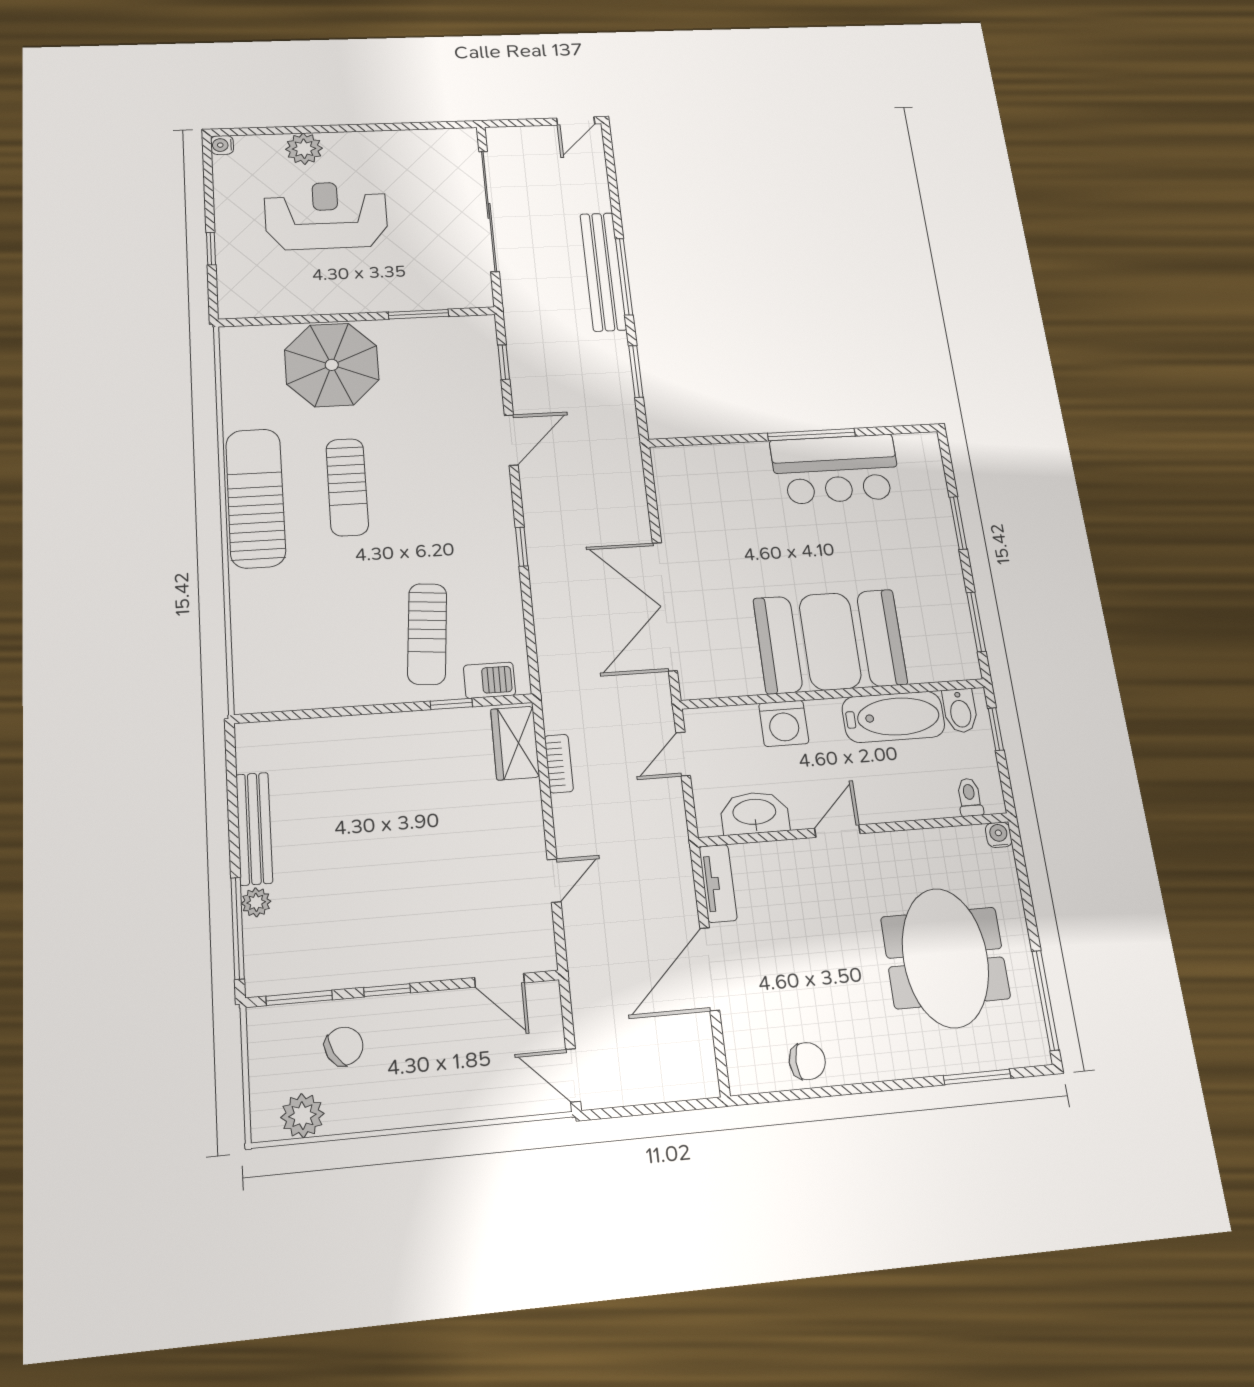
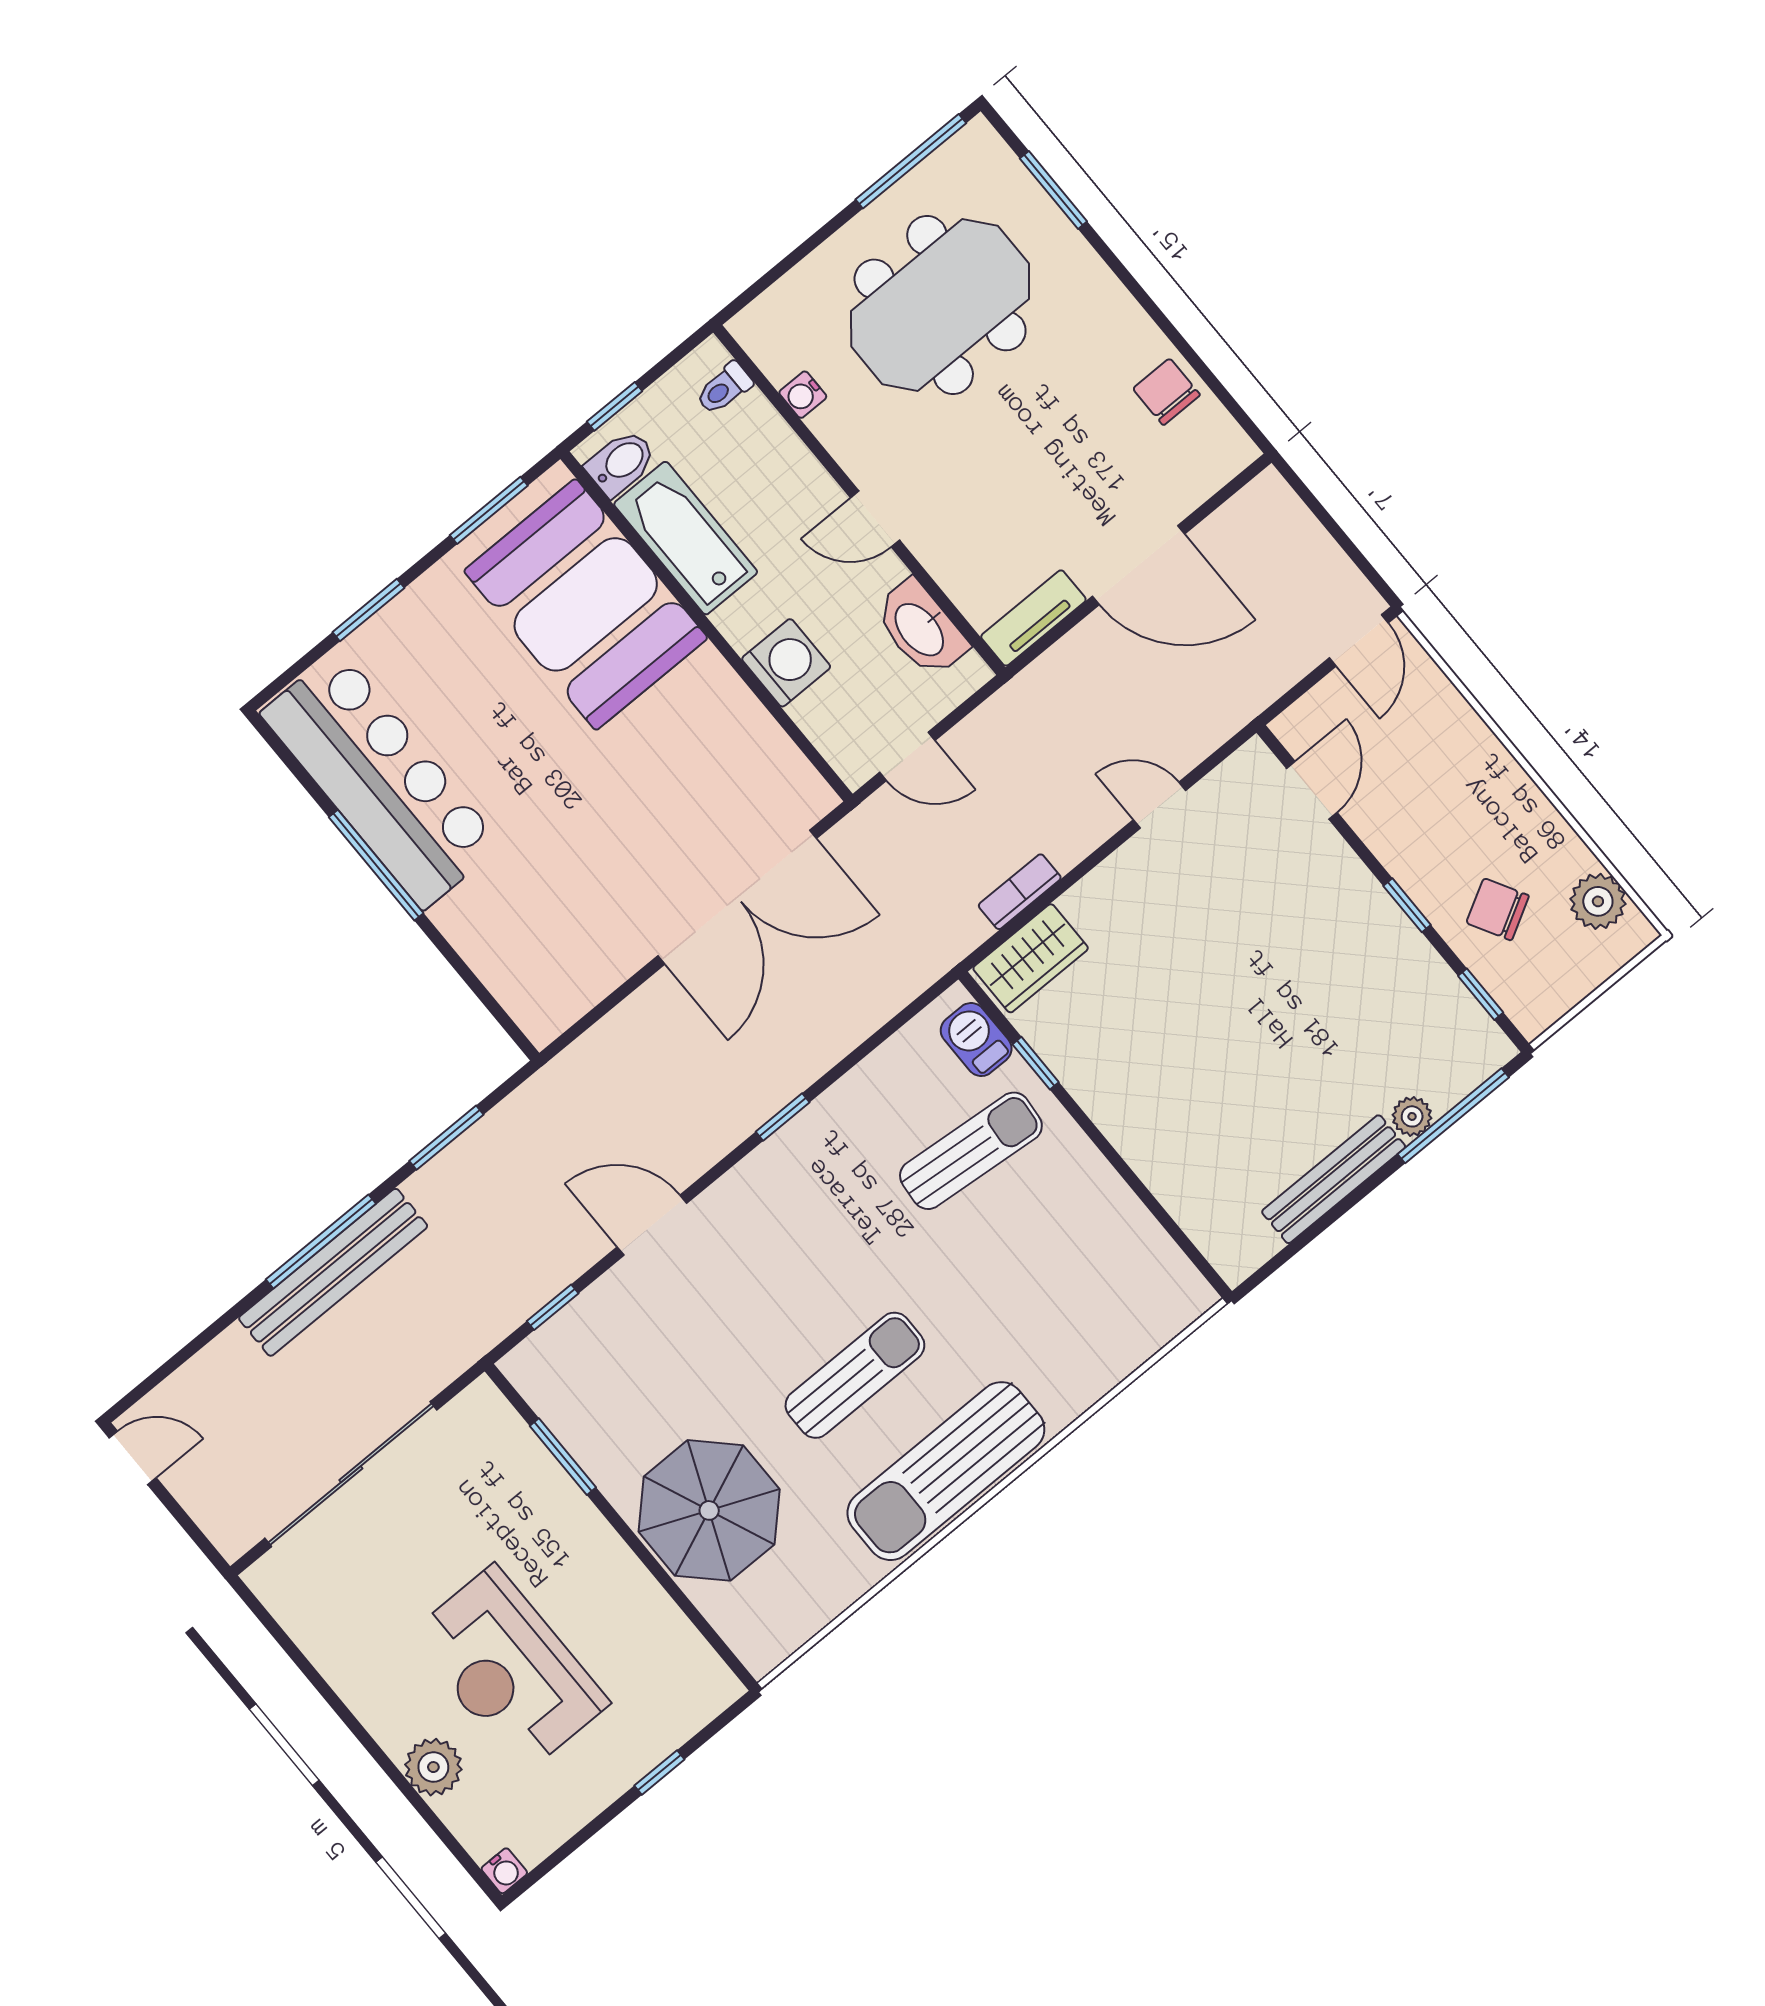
bar counter: (836, 469) -> (381, 779), width x1.36
booth: (830, 641) -> (586, 604), moved
water cooler: (999, 835) -> (803, 395), moved
window: (299, 998) -> (1481, 994), width x0.67

